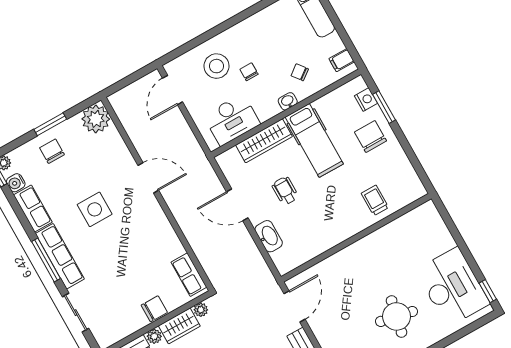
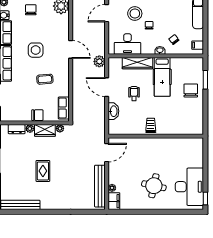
nightstand: (366, 100) -> (199, 71), removed
plant: (203, 171) -> (99, 61), added
trolley: (375, 200) -> (151, 125), moved
coffee table: (134, 246) -> (45, 79), added

